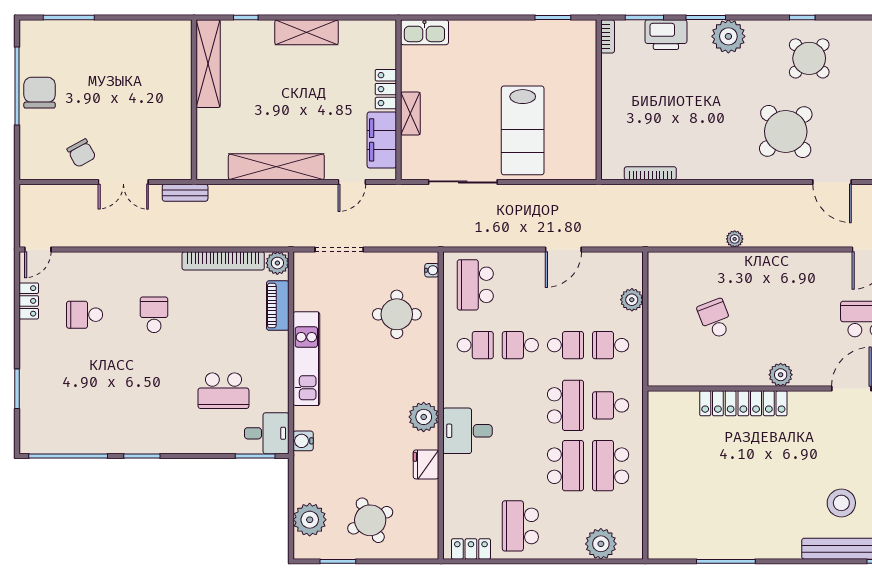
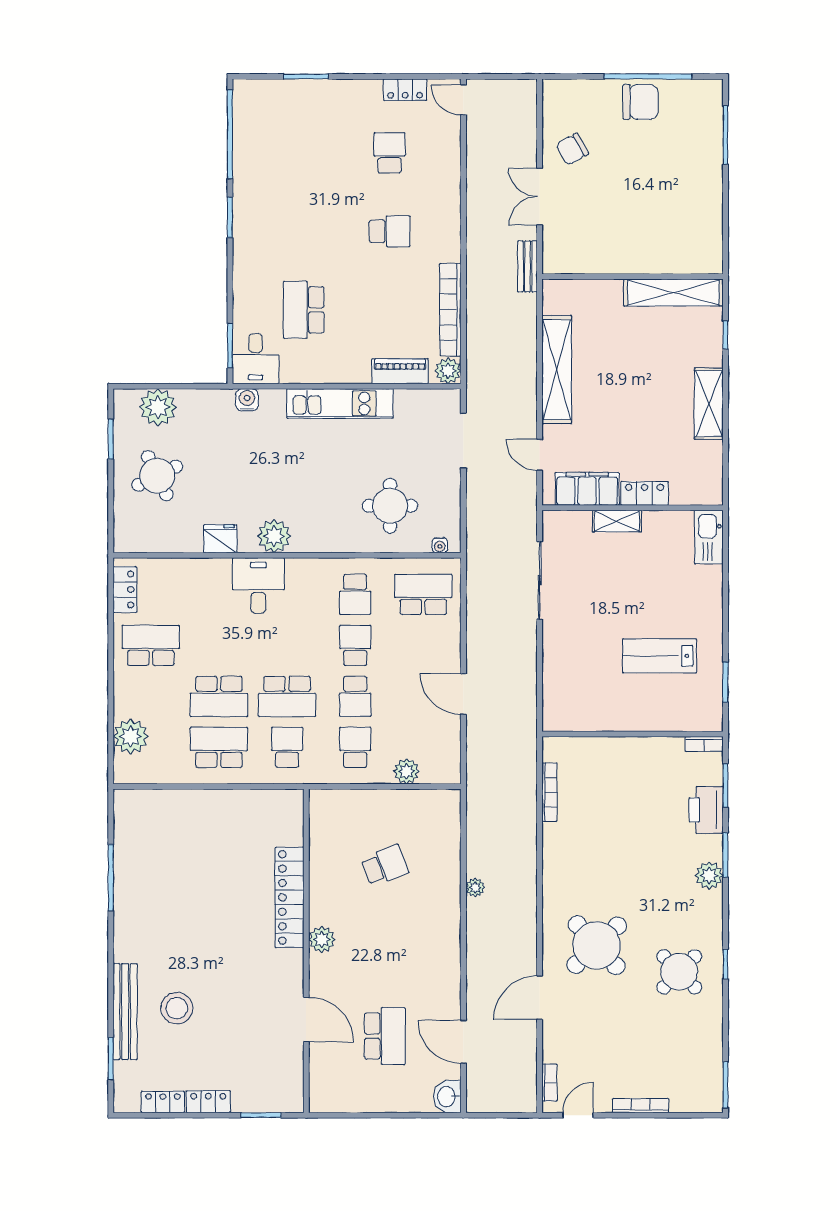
plant: (728, 36) -> (709, 875), width x0.73, depth x0.73
lab bench: (523, 130) -> (660, 656), moved, width x0.73, depth x0.72

